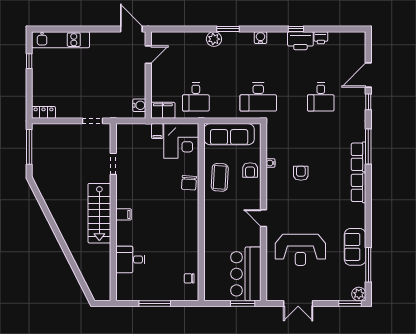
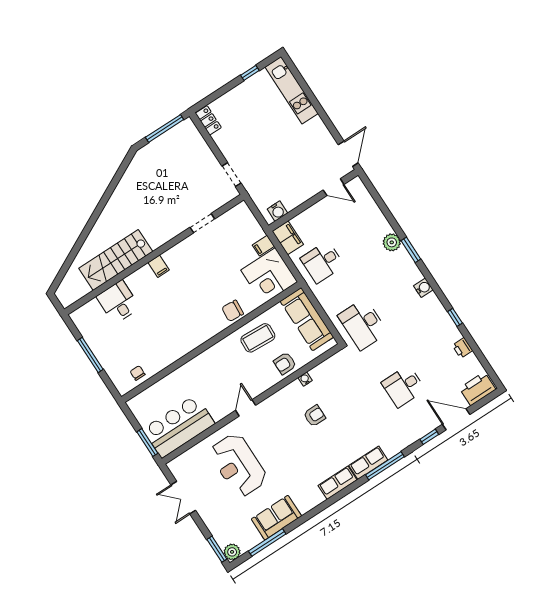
printer: (300, 41) -> (478, 389), moved, turned 90
stairs: (99, 213) -> (116, 260), moved

